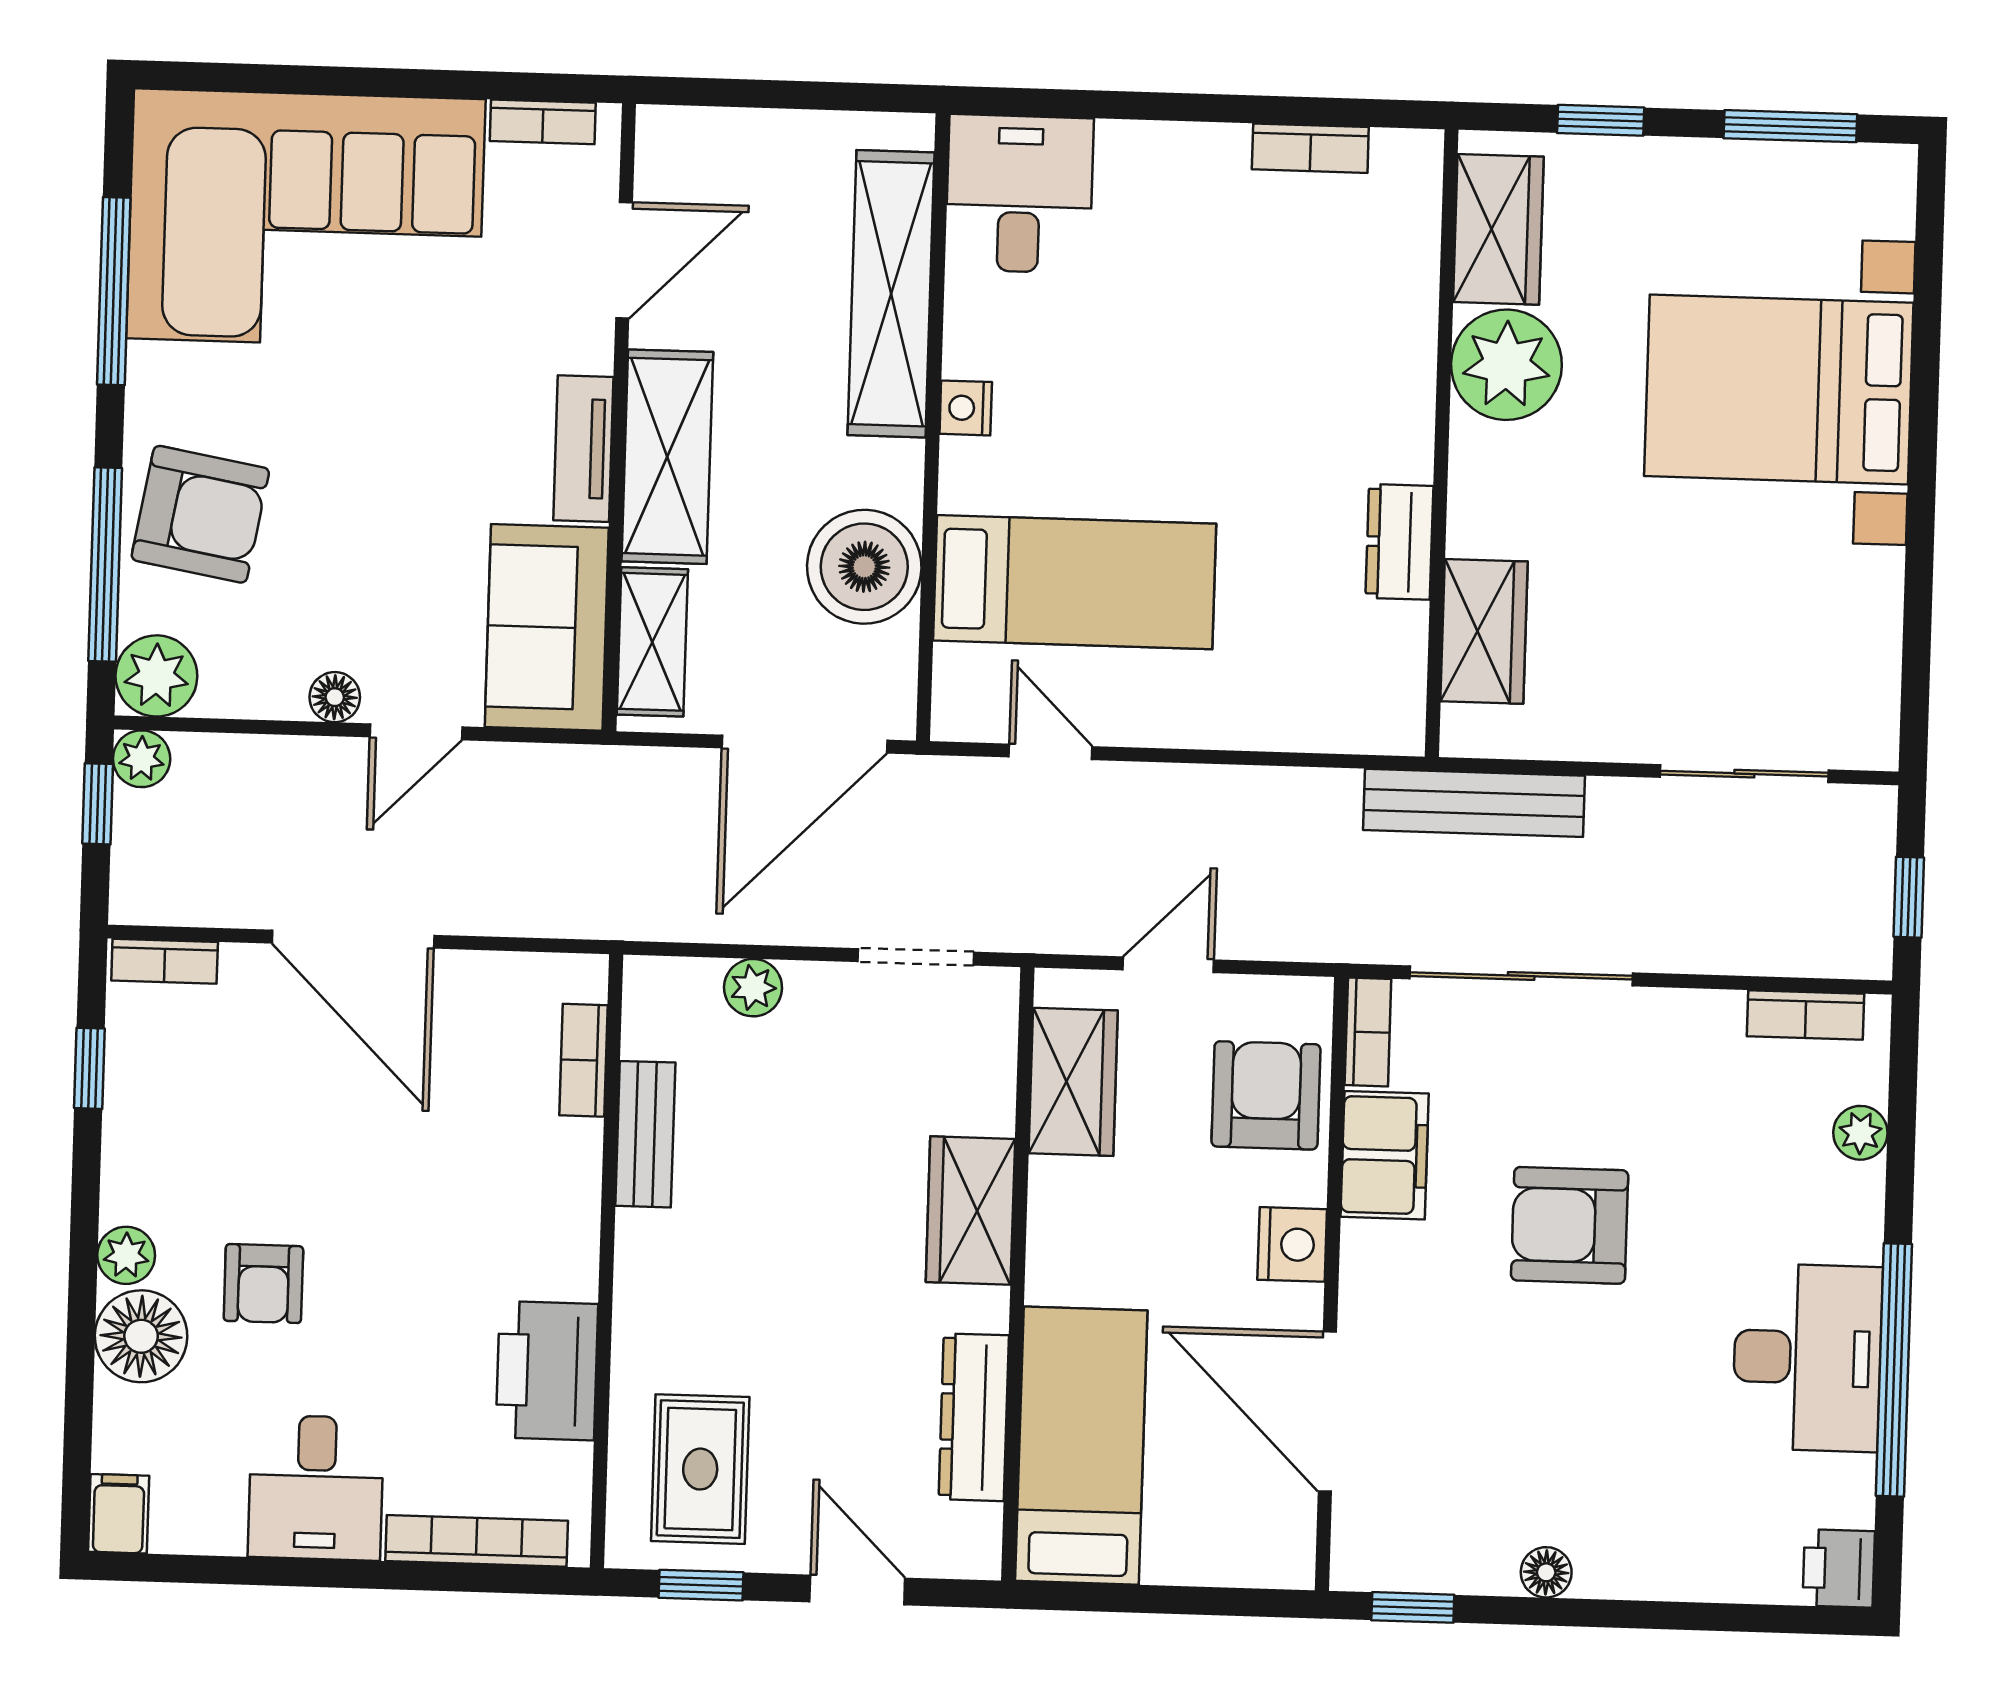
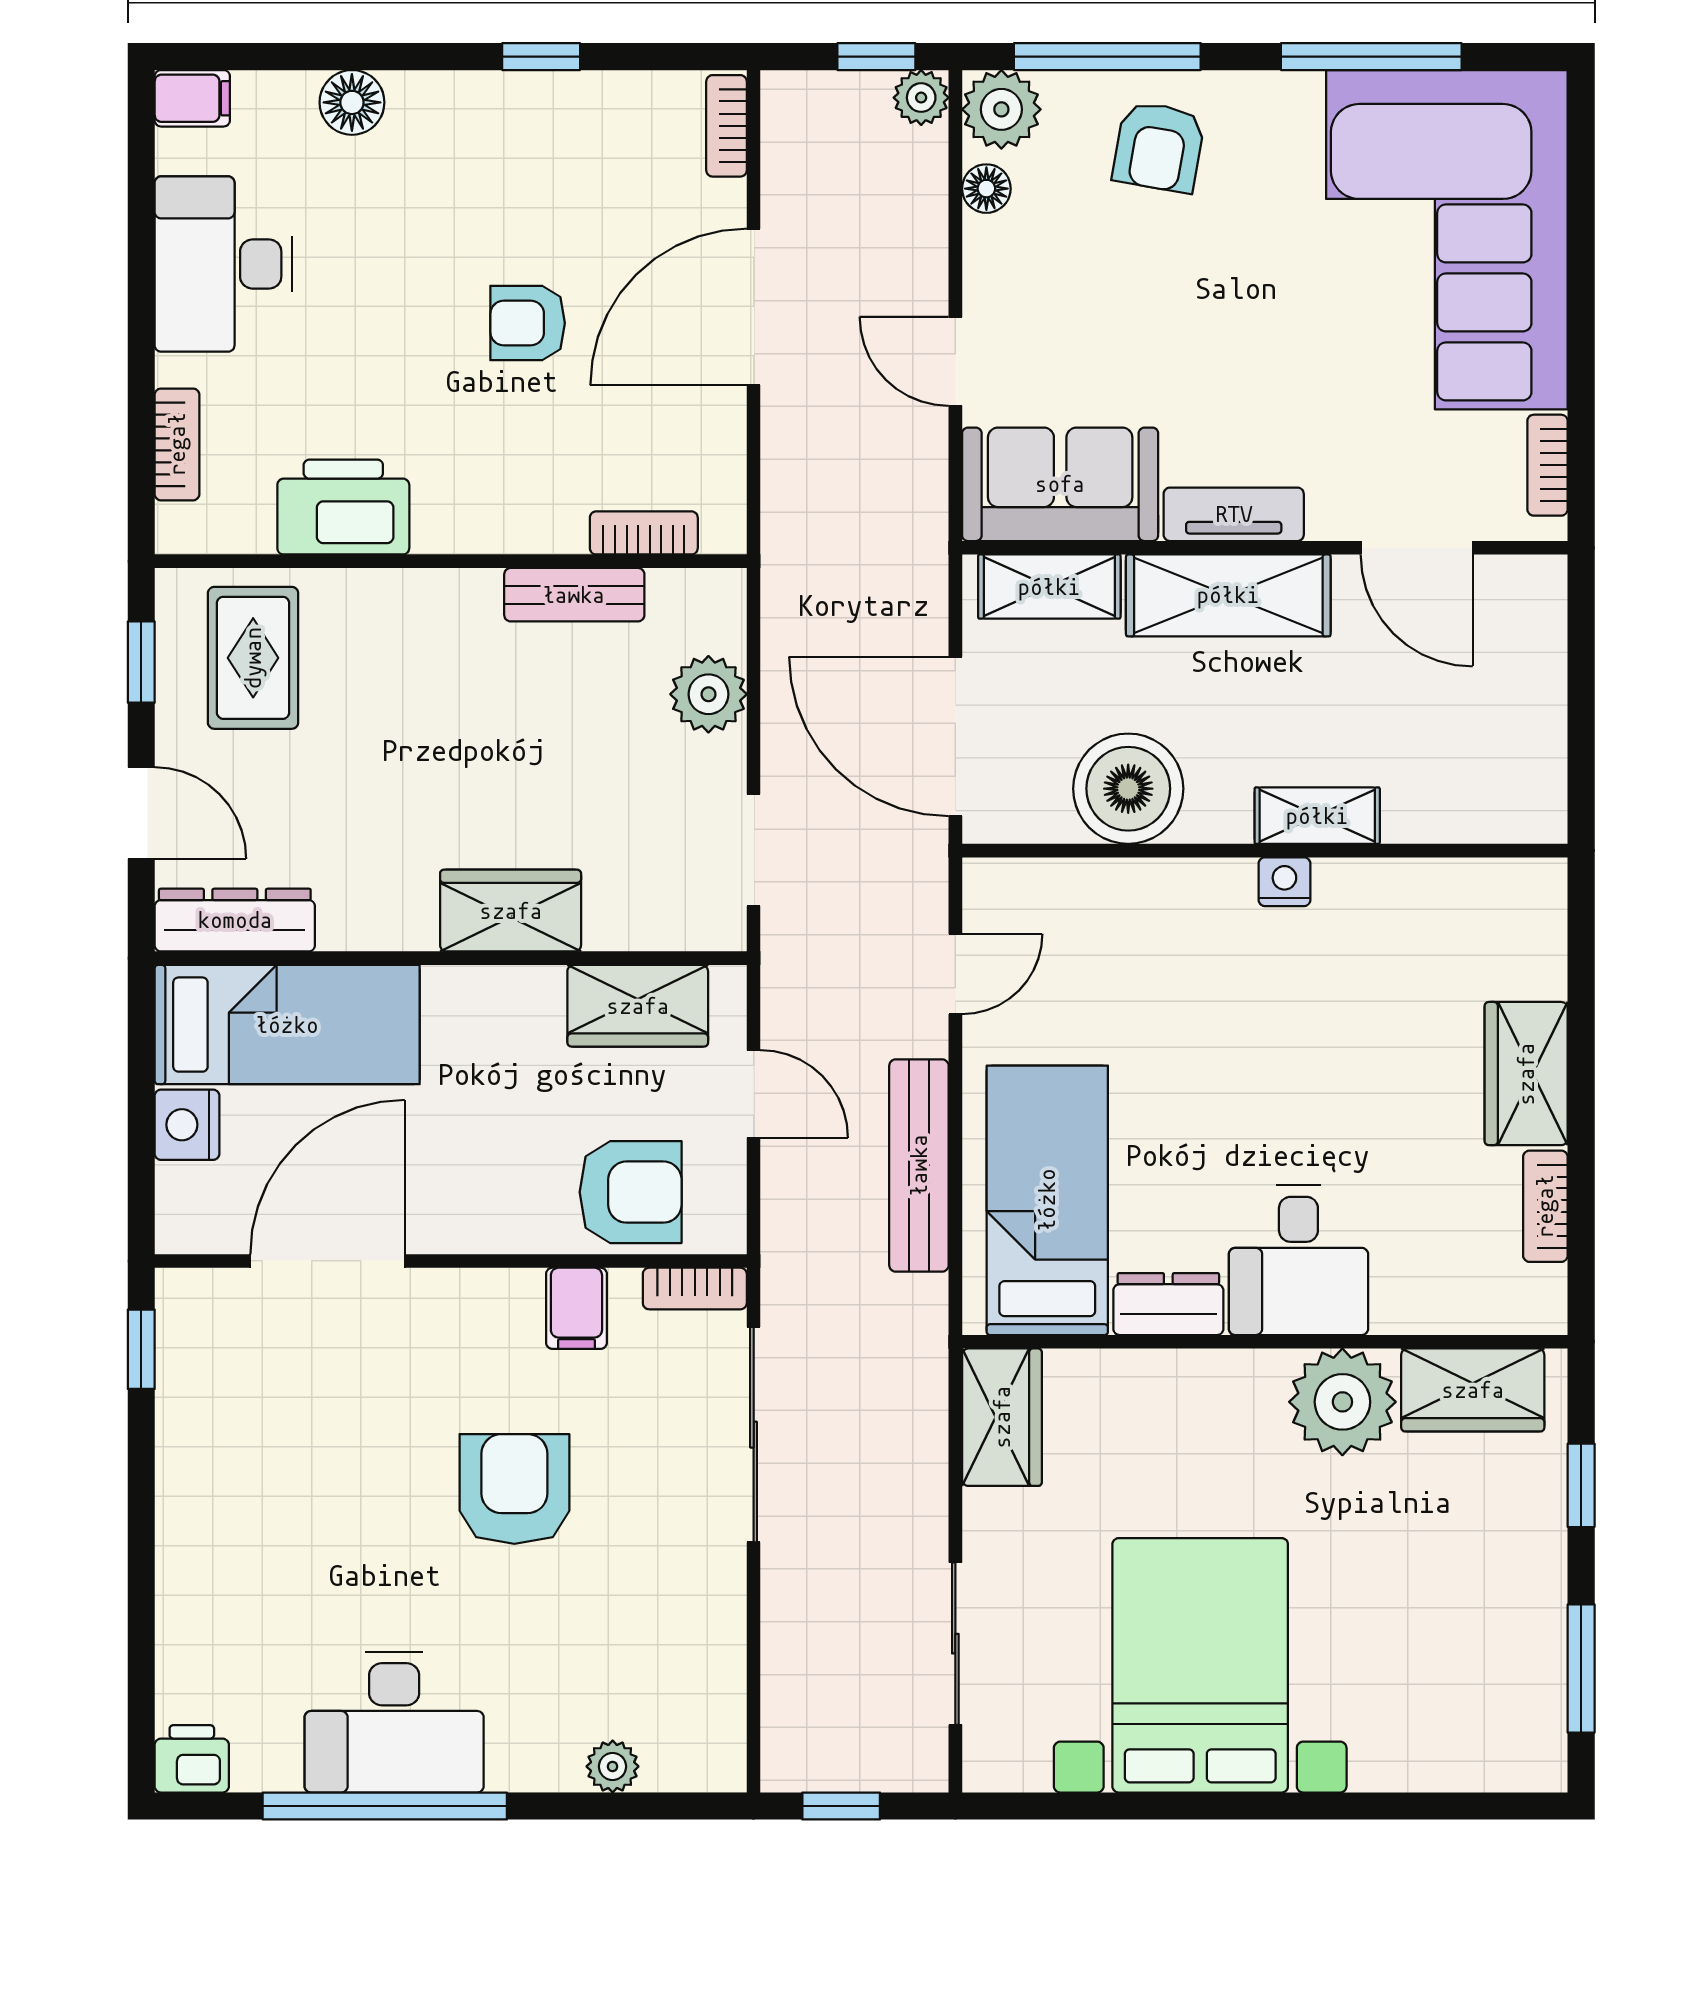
wardrobe: (1172, 164) -> (1526, 1074), added
desk: (1019, 194) -> (1298, 1260), moved, turned 90
shelving: (891, 294) -> (1317, 816), width x0.45, depth x0.75
bed with nightstands: (1779, 389) -> (1200, 1665), moved
armchair: (200, 514) -> (1159, 147), width x0.72, depth x0.72
bed: (1075, 582) -> (1047, 1200), moved, turned 180
wardrobe: (1484, 631) -> (1002, 1417), moved, turned -90
floor lamp: (335, 697) -> (986, 189), moved
bench: (1474, 803) -> (919, 1165), moved
plant: (753, 988) -> (708, 694), width x1.38, depth x1.38
bookcase: (1806, 1015) -> (724, 1710), removed
window: (89, 1068) -> (541, 57), moved
filing cabinet: (1385, 1155) -> (576, 1308), width x0.50
nightstand: (1292, 1244) -> (187, 1125), moved, turned 90
plant: (126, 1255) -> (442, 98), removed
armchair: (263, 1284) -> (528, 323), moved
floor lamp: (141, 1336) -> (352, 102), width x0.73, depth x0.73
dresser: (974, 1417) -> (235, 920), moved
rug: (700, 1469) -> (253, 658), turned 90
desk: (316, 1488) -> (224, 264), width x1.37
bookcase: (477, 1541) -> (177, 444), width x0.64
floor lamp: (1546, 1572) -> (179, 1477), removed
door: (857, 1590) -> (141, 813), hinge flipped

